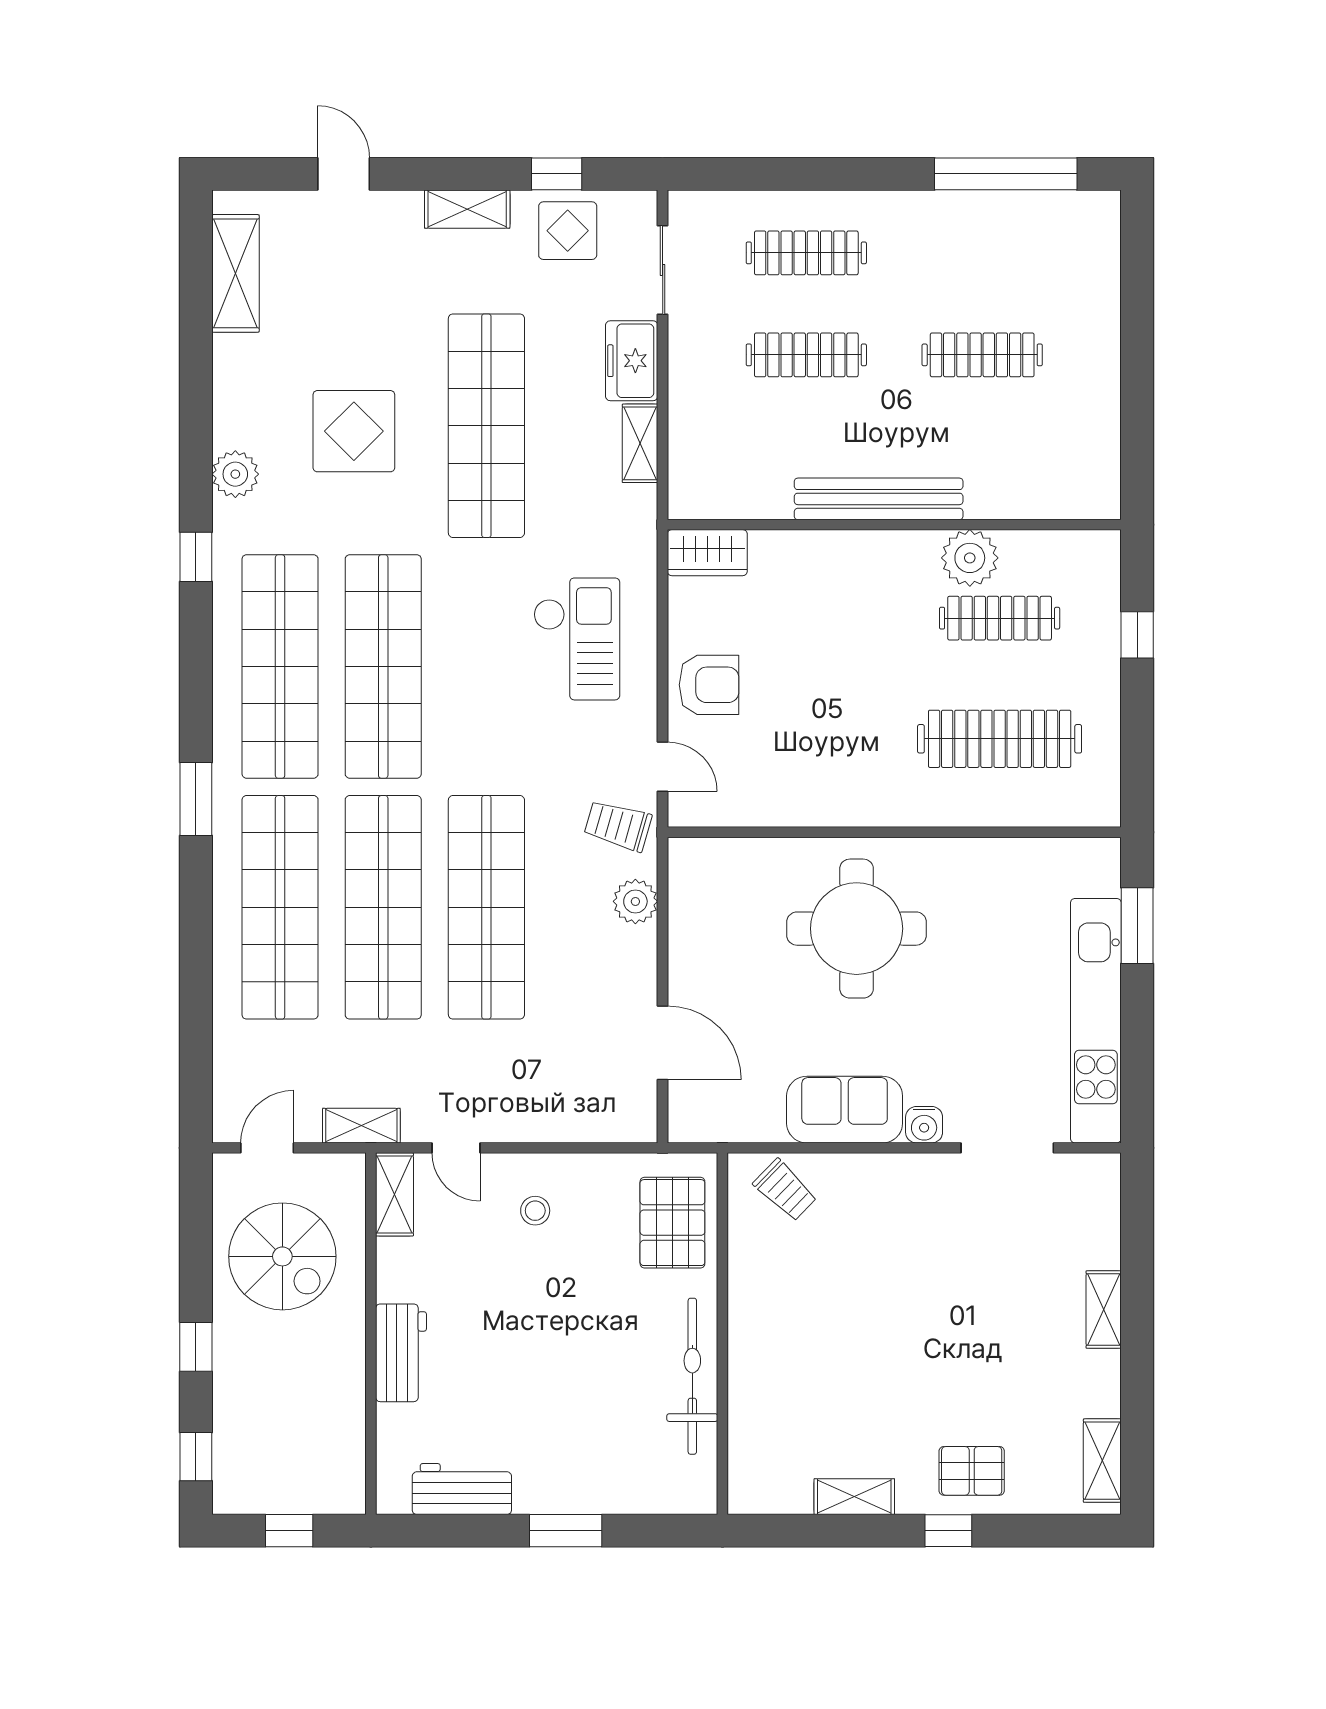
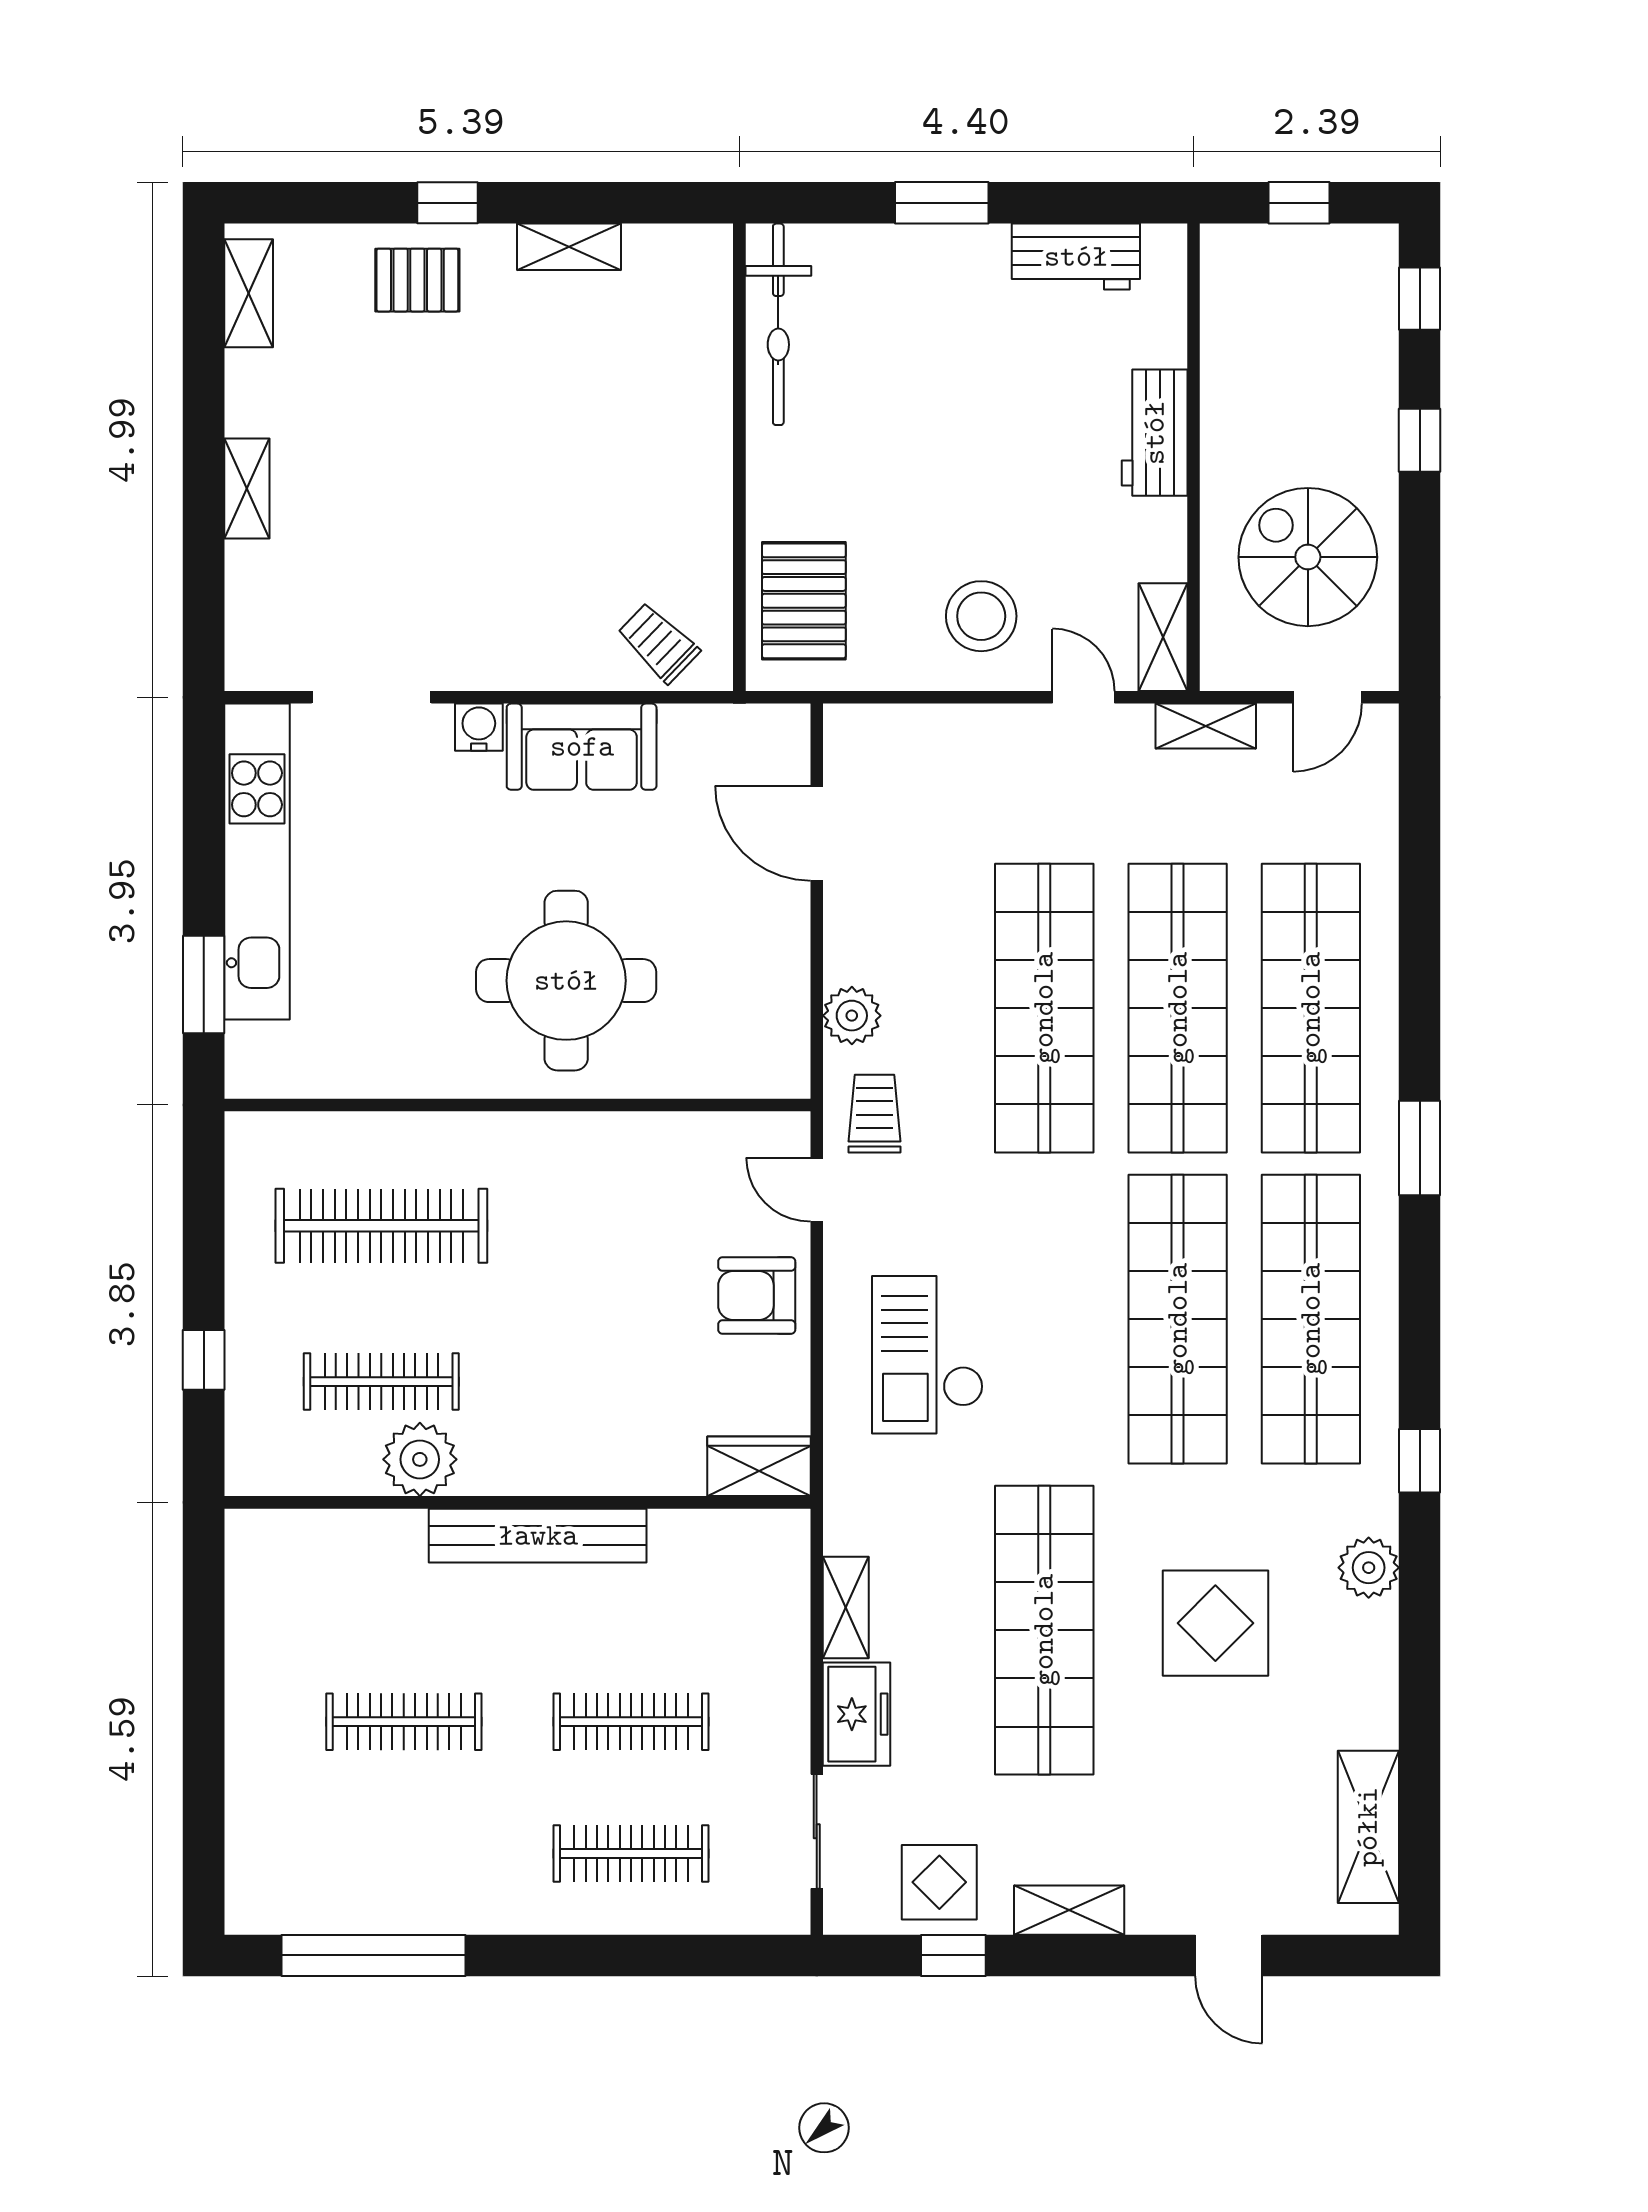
trolley: (618, 826) -> (874, 1114), turned -106
stool: (535, 1211) -> (981, 616), width x1.89, depth x1.89
bicycle: (692, 1376) -> (778, 324), moved

